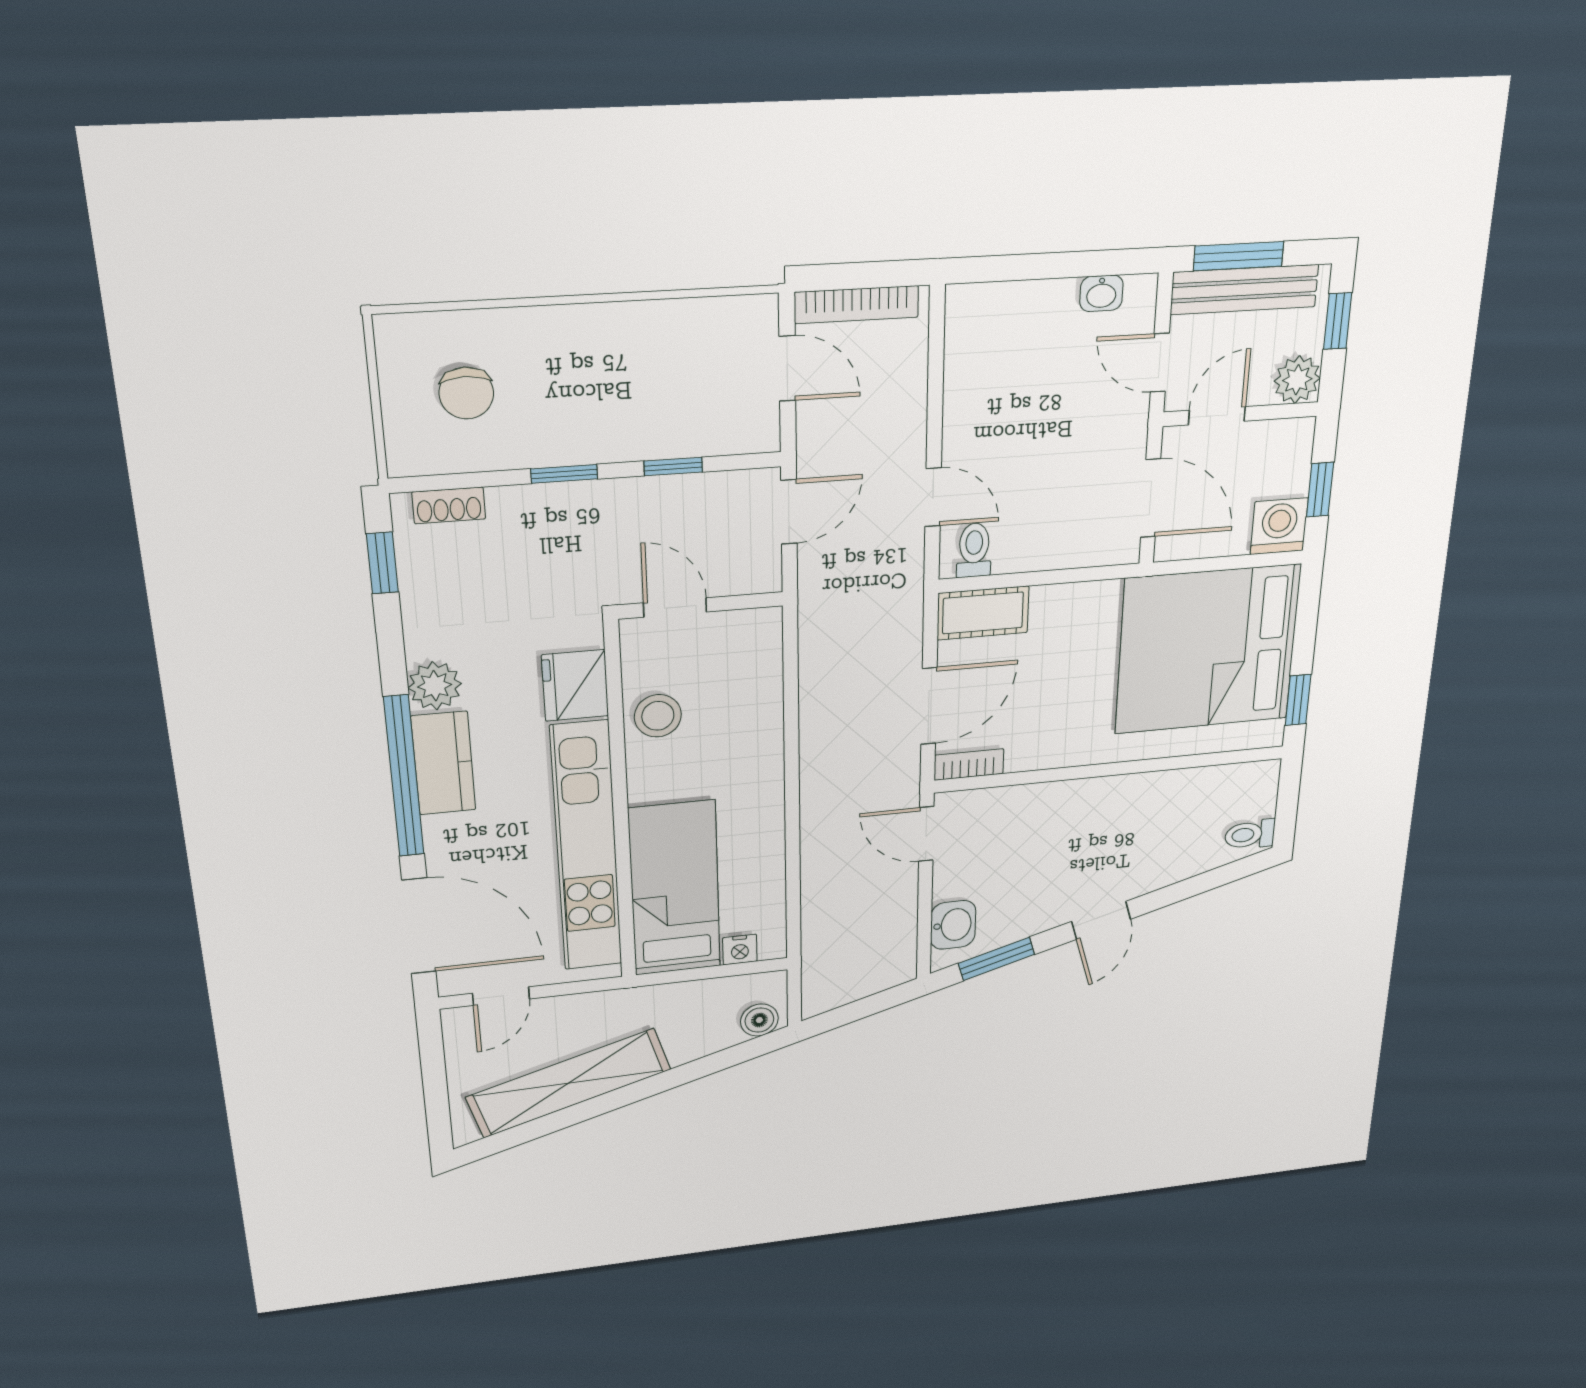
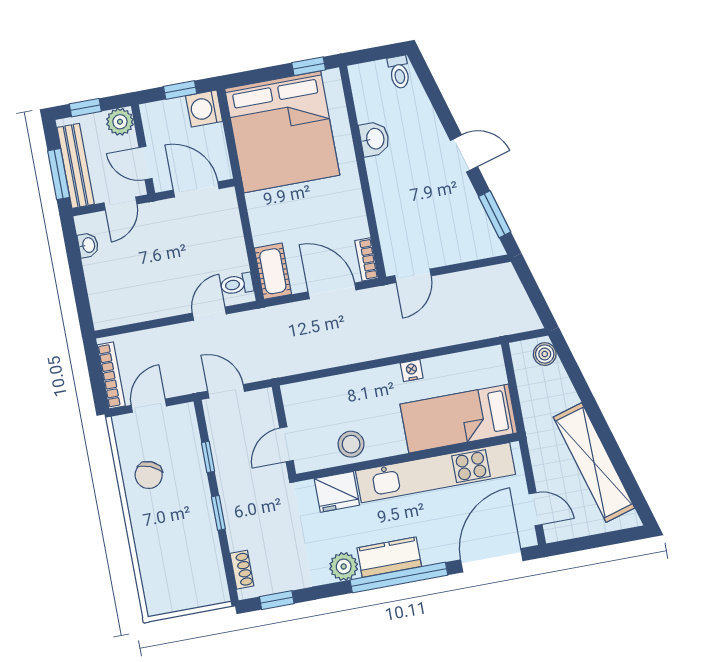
chair: (466, 393) -> (149, 475), moved, turned 113
door: (1151, 498) -> (196, 189), hinge flipped
washbasin: (953, 925) -> (374, 139), moved, turned 90
nightstand: (740, 950) -> (412, 371), moved, turned -90

